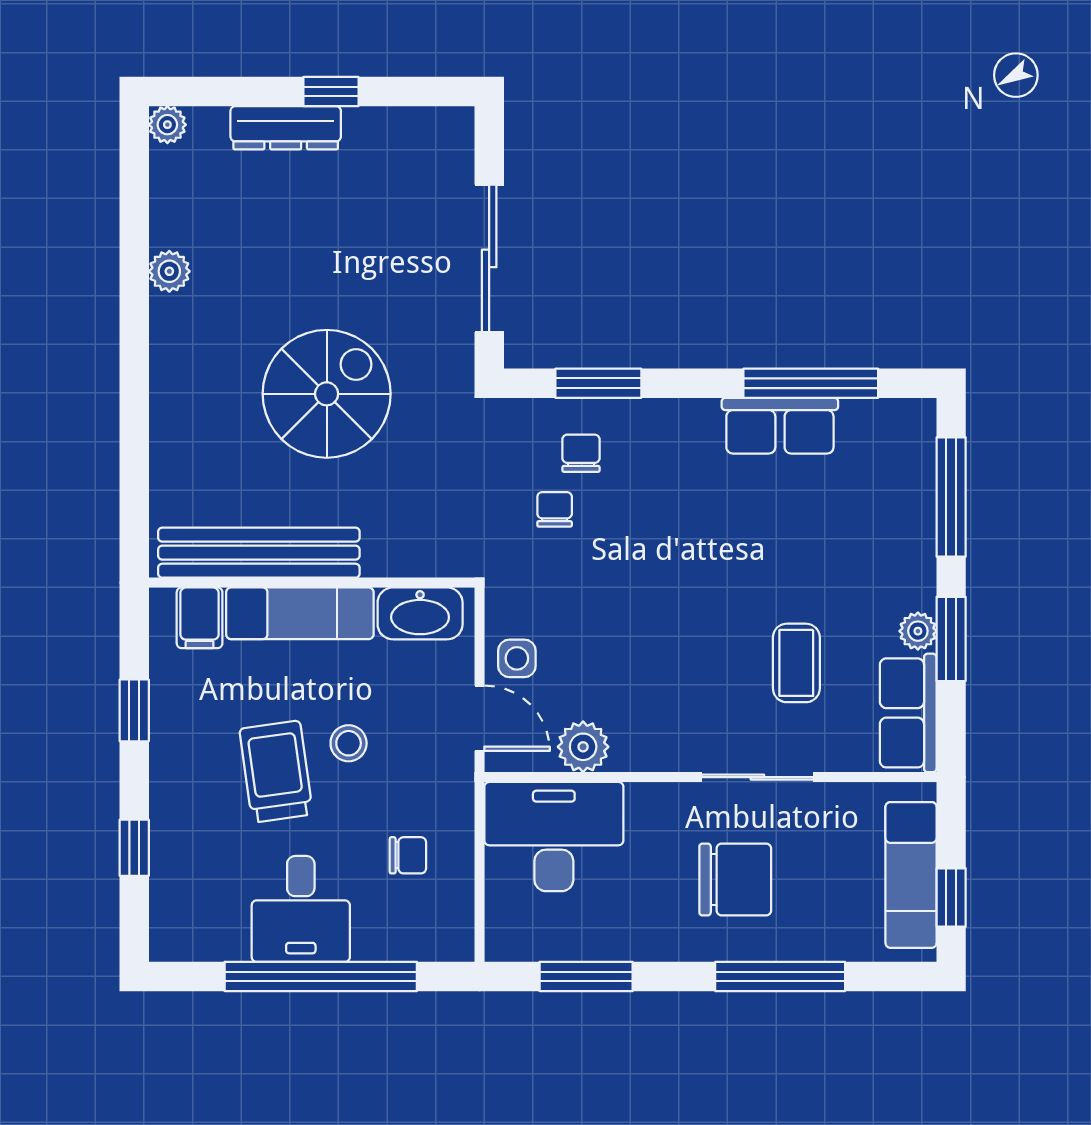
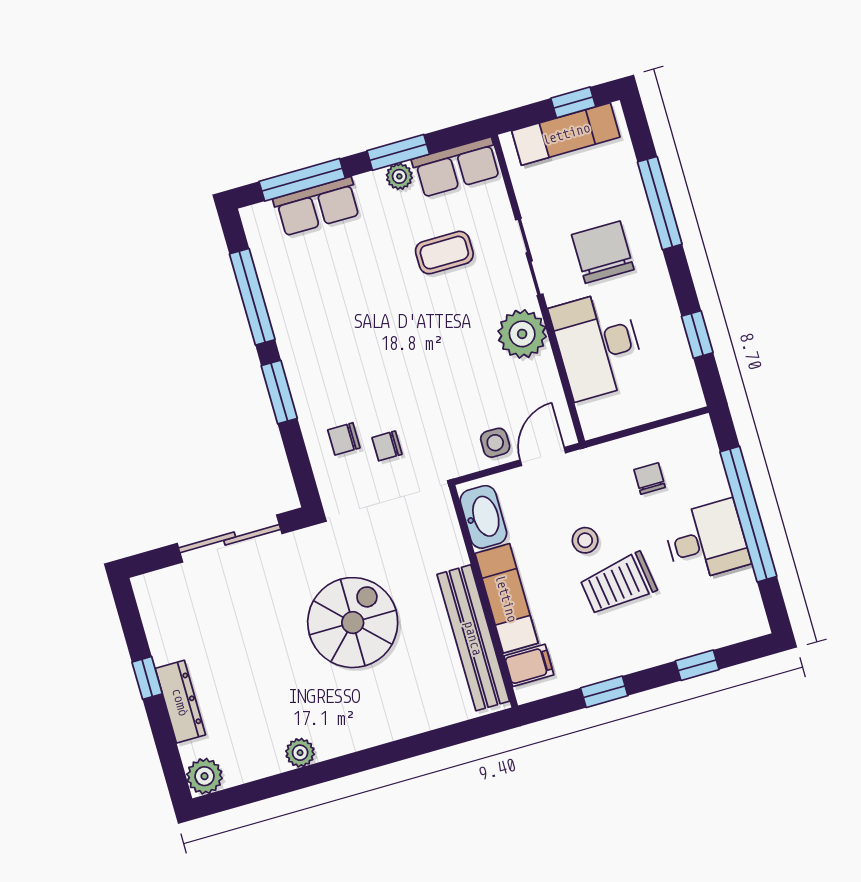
plant: (167, 125) -> (205, 776), width x1.38, depth x1.38
window: (598, 383) -> (279, 392), moved
spiral stairs: (327, 394) -> (353, 623), turned 90
row of seats: (780, 426) -> (317, 207), moved, turned 90
plant: (583, 747) -> (522, 334), moved, width x1.36, depth x1.36
desk: (554, 837) -> (598, 345), moved
window: (586, 976) -> (697, 334), width x0.67

